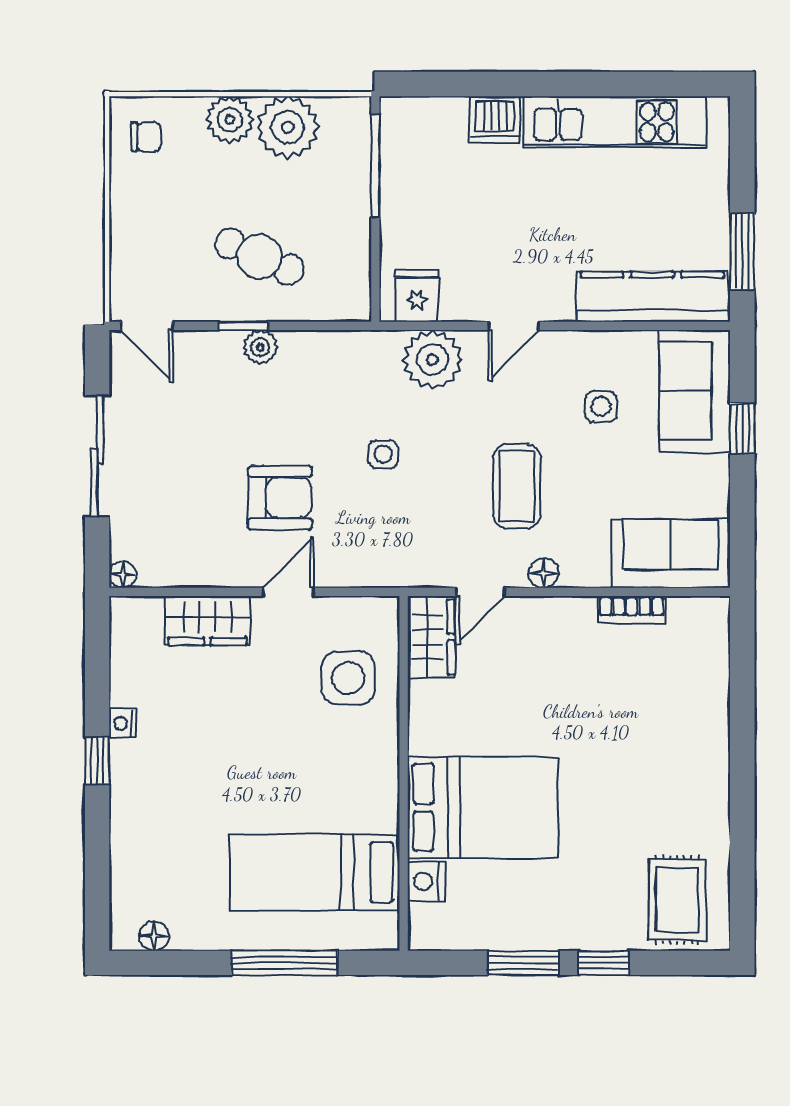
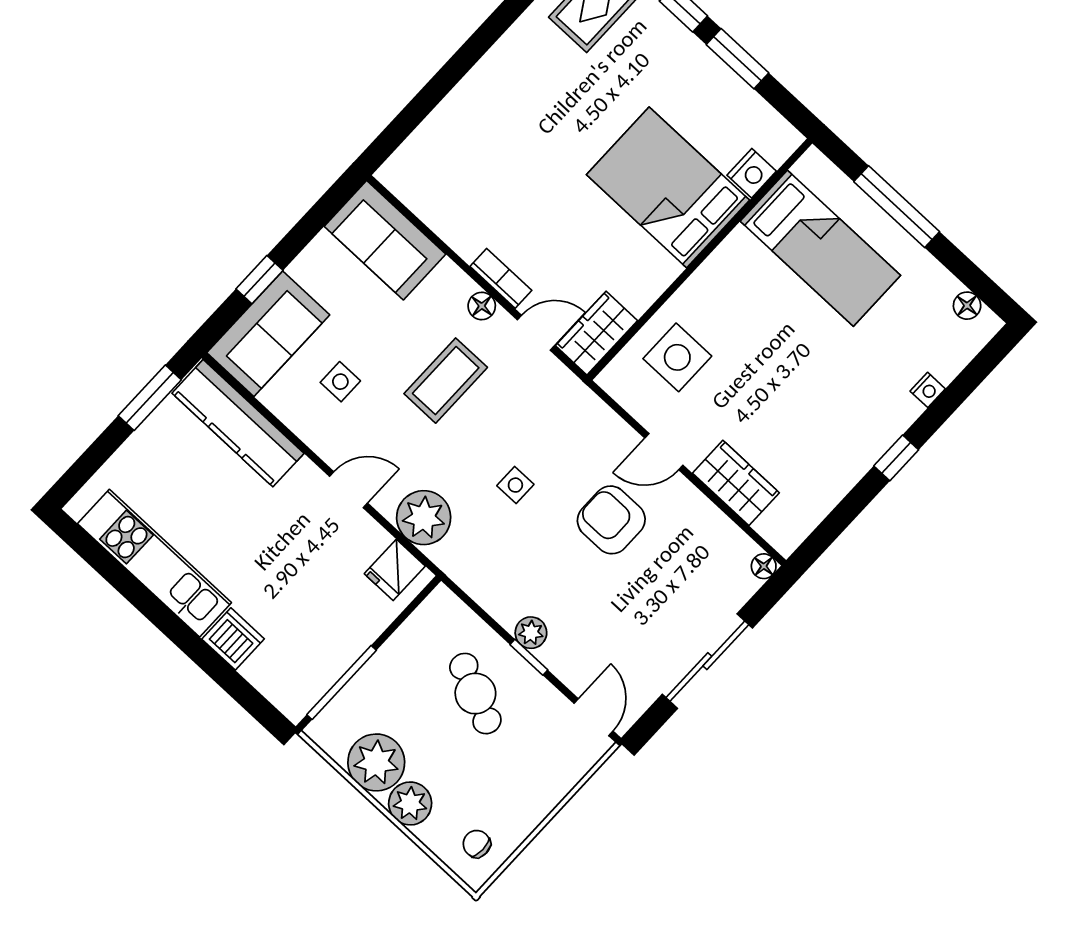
bookcase: (632, 610) -> (501, 278), moved
nightstand: (123, 723) -> (928, 390), moved

